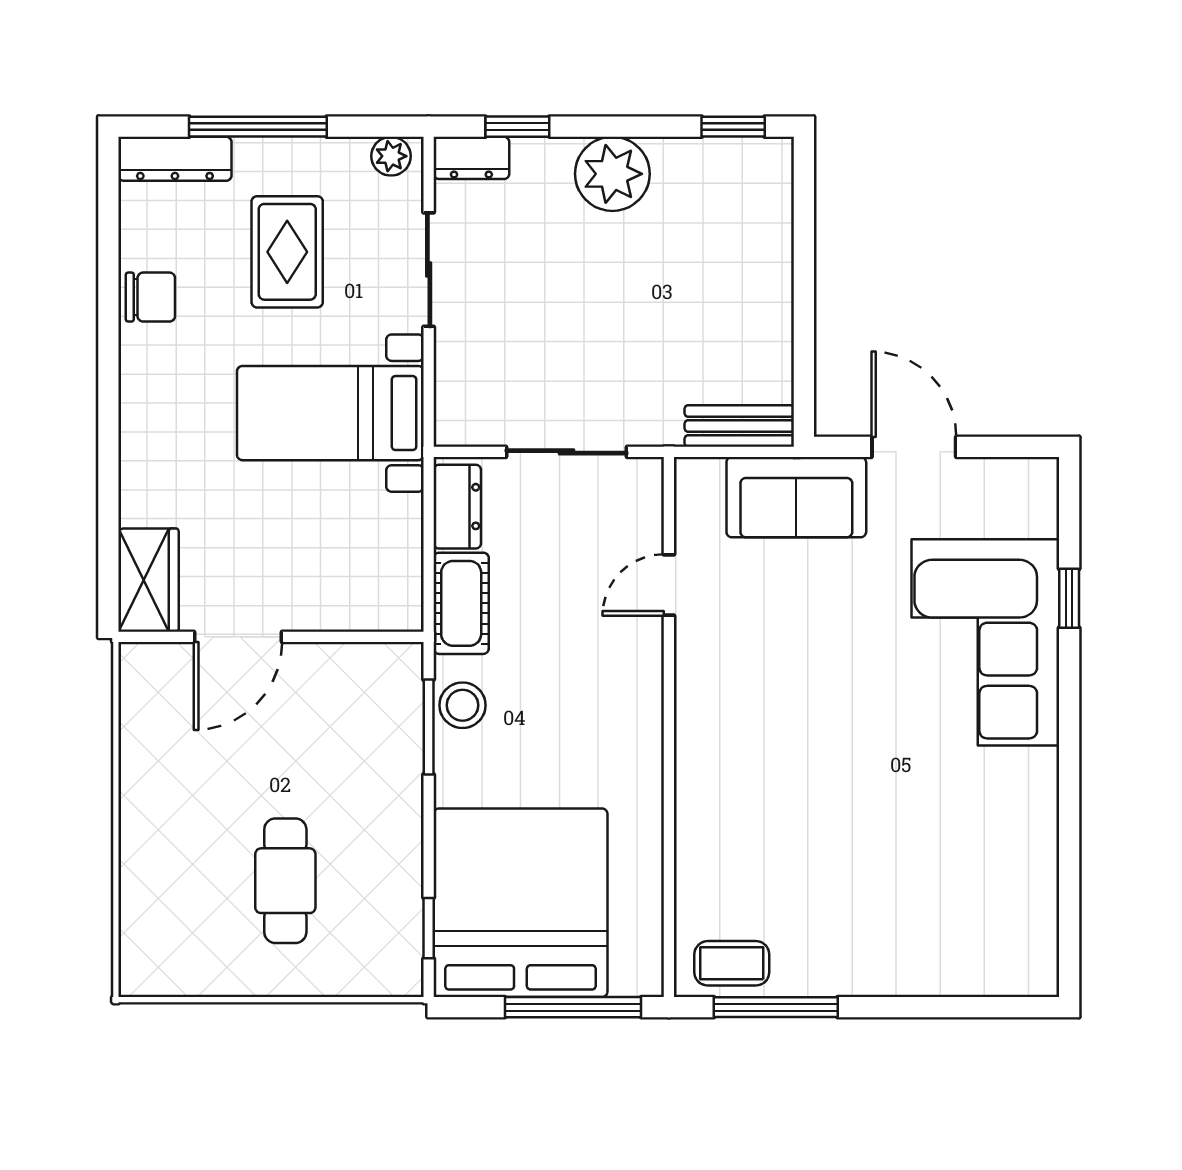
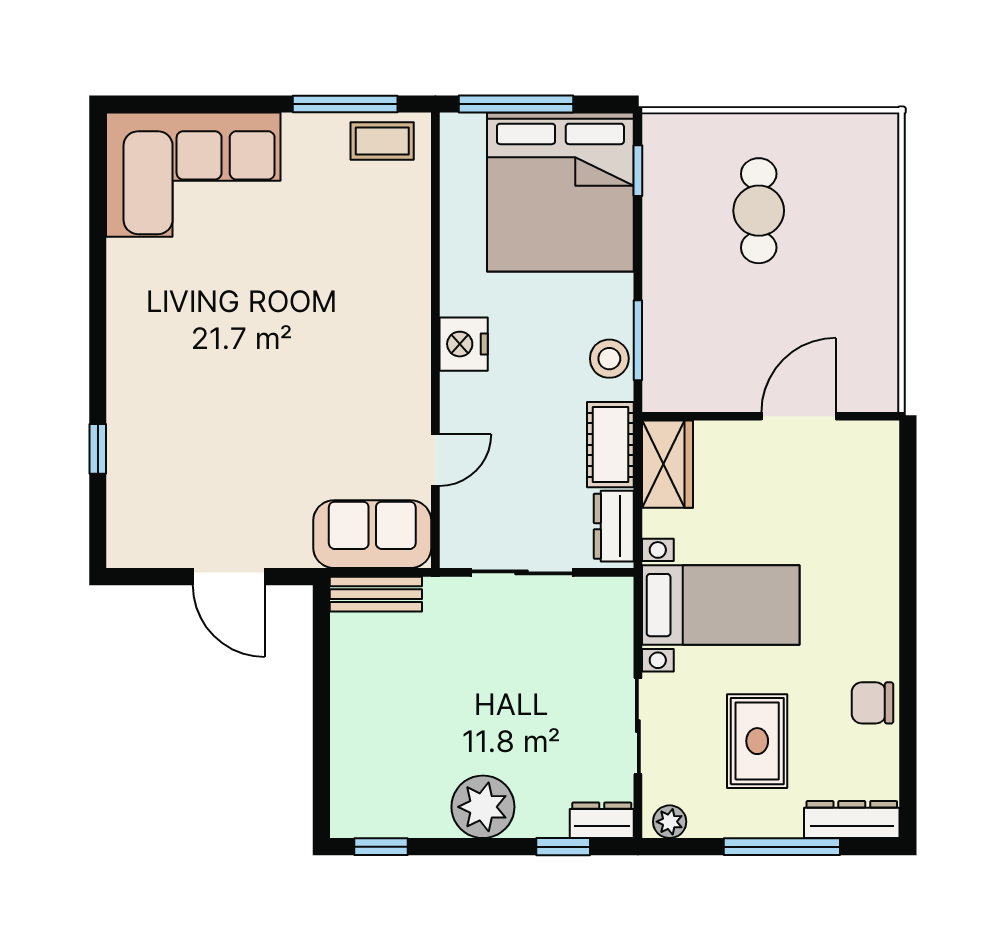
sofa: (796, 497) -> (372, 534), moved
wardrobe: (148, 580) -> (667, 464), moved, turned 180
corner sofa: (985, 642) -> (193, 175), moved, turned 90
nightstand: (635, 723) -> (464, 344), added

